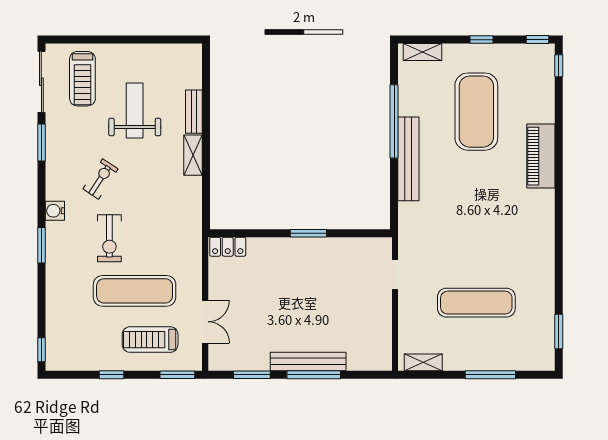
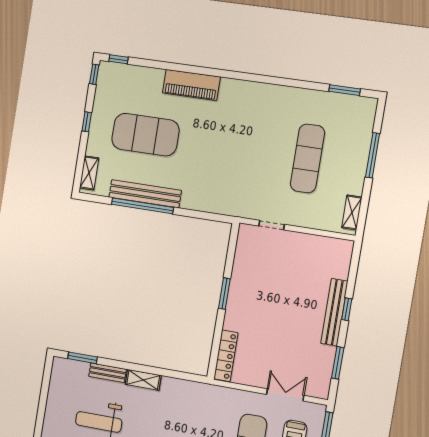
window: (206, 79) -> (83, 358), added
bench: (408, 159) -> (145, 194), moved
locker: (228, 247) -> (226, 356), width x1.53
window: (314, 375) -> (347, 309), width x0.46

